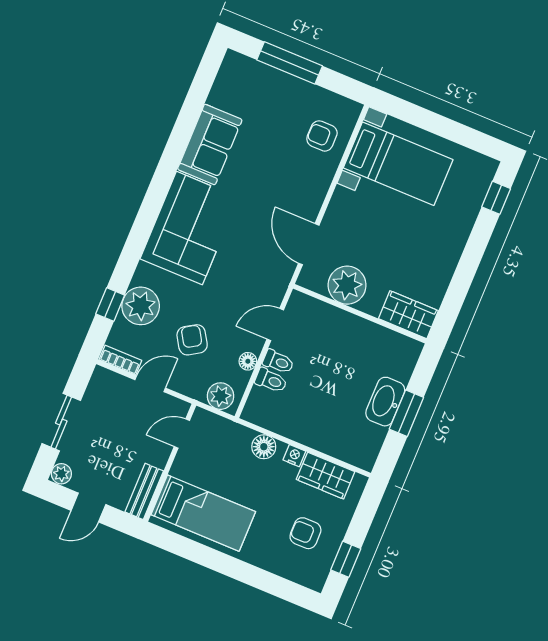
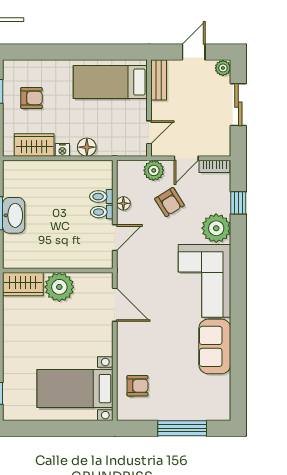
plant: (347, 285) -> (59, 287), moved
plant: (141, 306) -> (216, 228), moved
plant: (221, 396) -> (154, 170), moved

